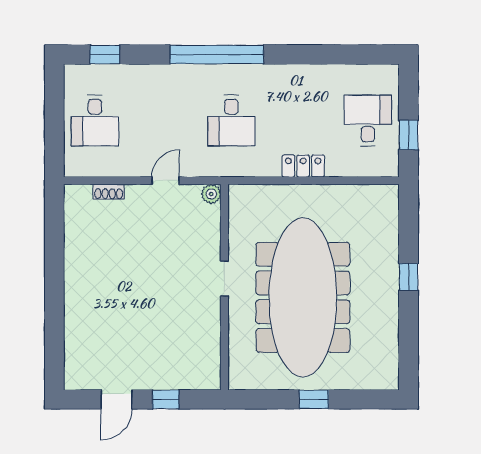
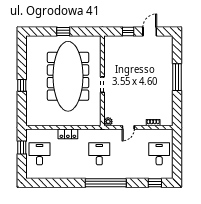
desk: (368, 120) -> (40, 154), turned 180
window: (54, 296) -> (177, 77), added

